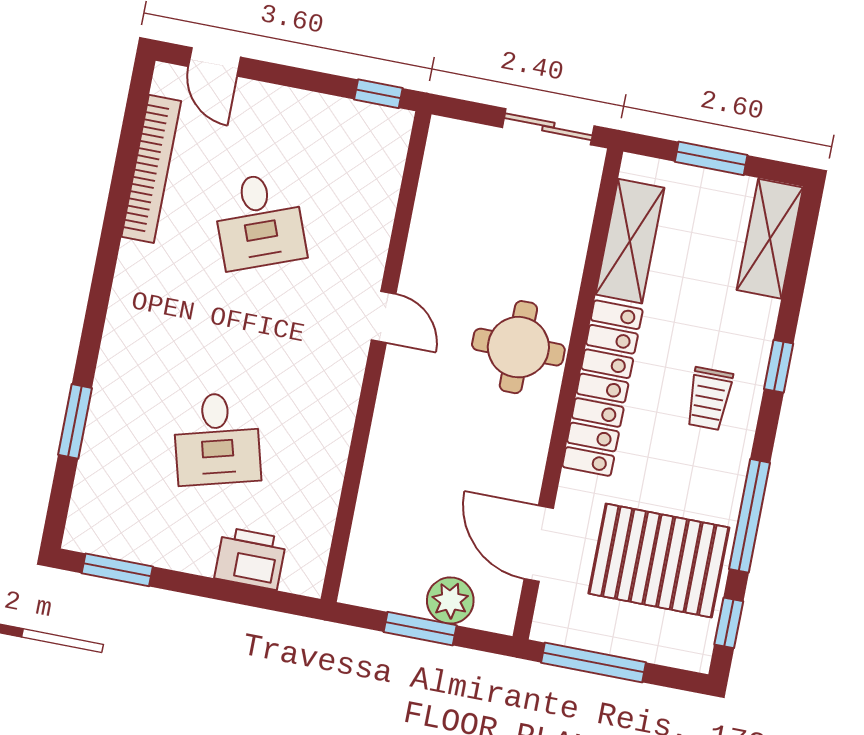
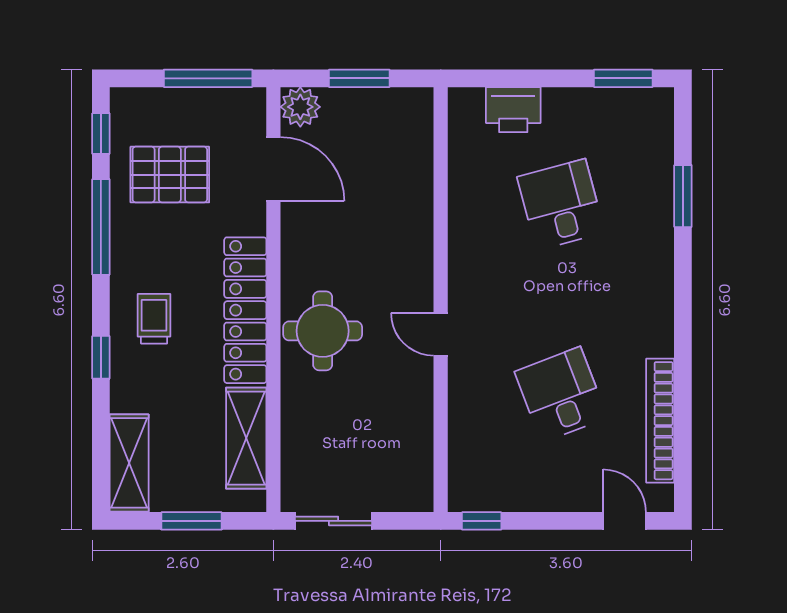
pallet: (659, 561) -> (170, 175), width x0.73, depth x0.71
plant: (450, 601) -> (300, 107), moved

